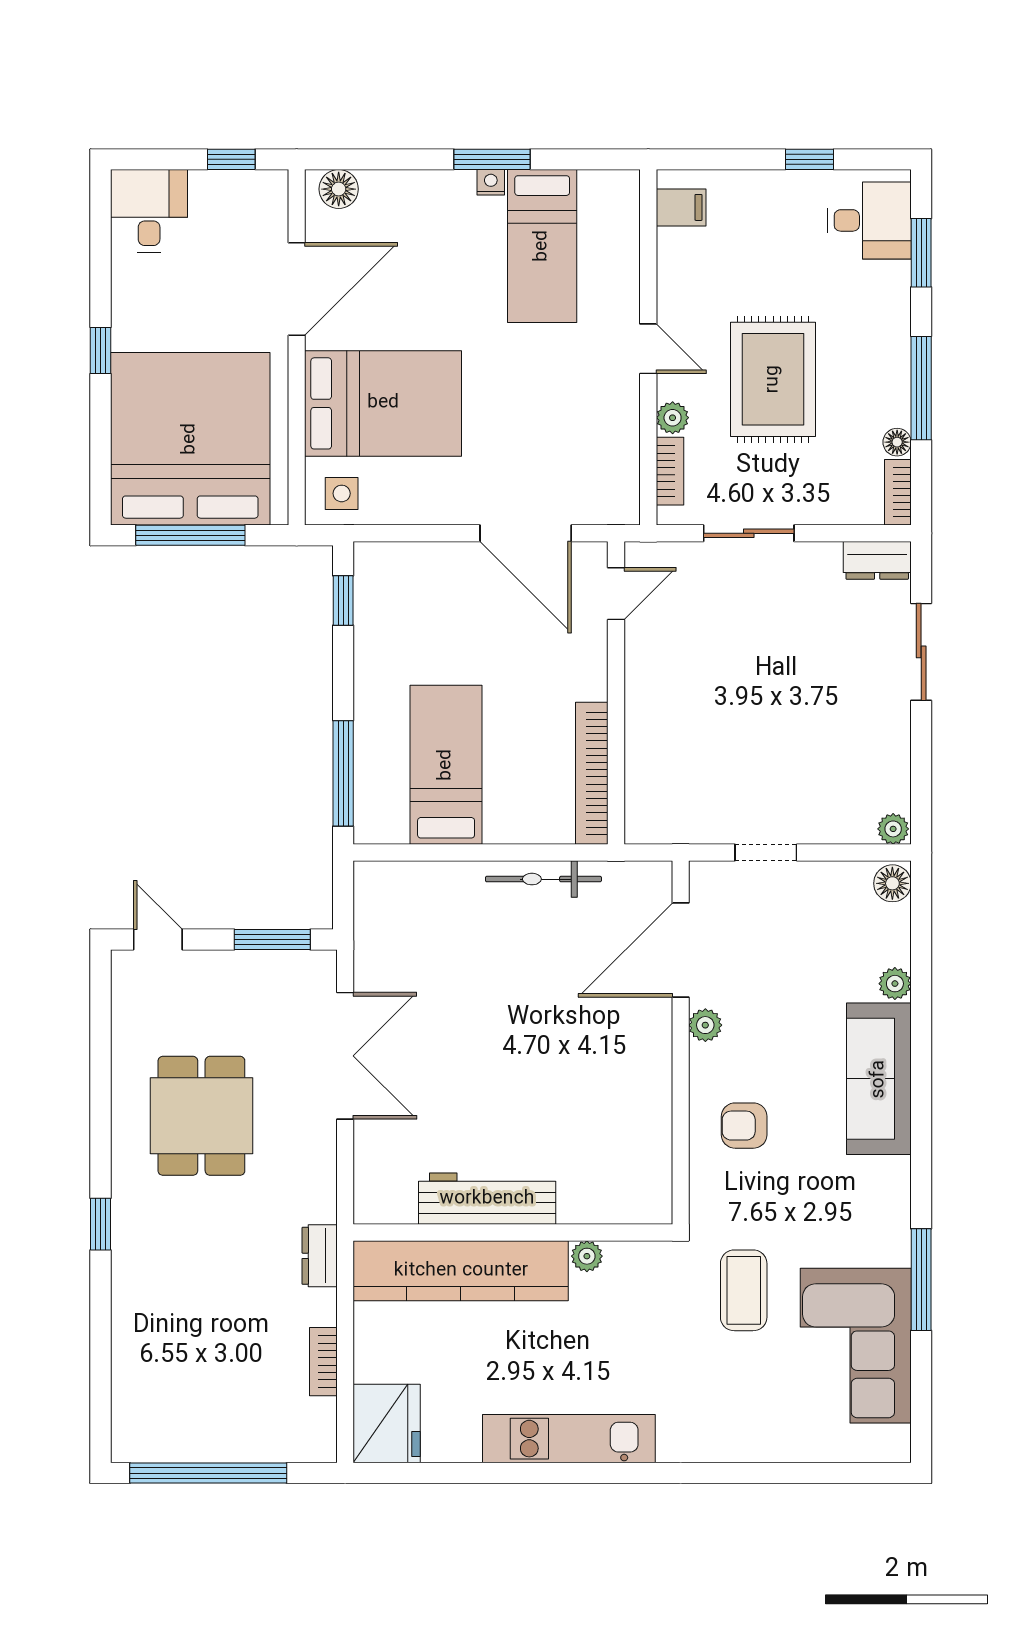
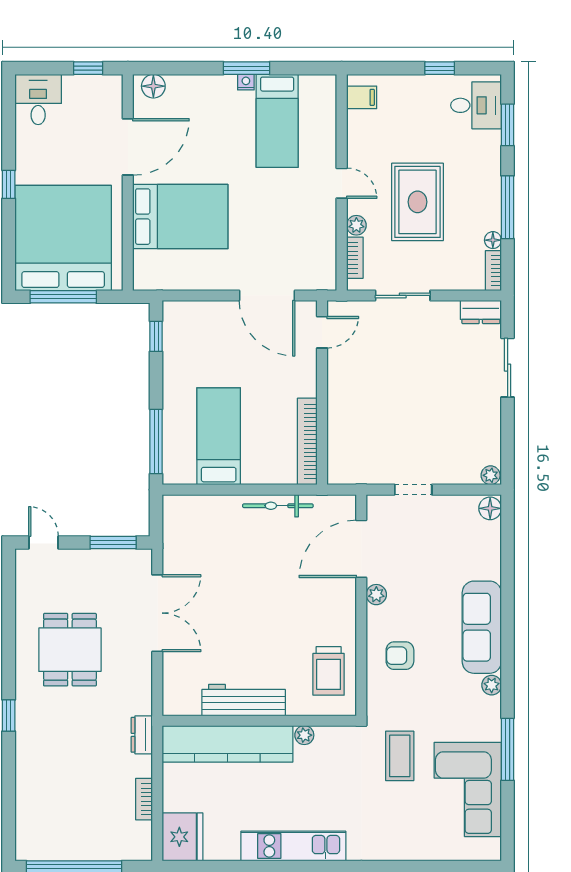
side table: (342, 493) -> (155, 271), removed
plant: (895, 984) -> (492, 685), moved
trolley: (627, 1151) -> (329, 671), added

